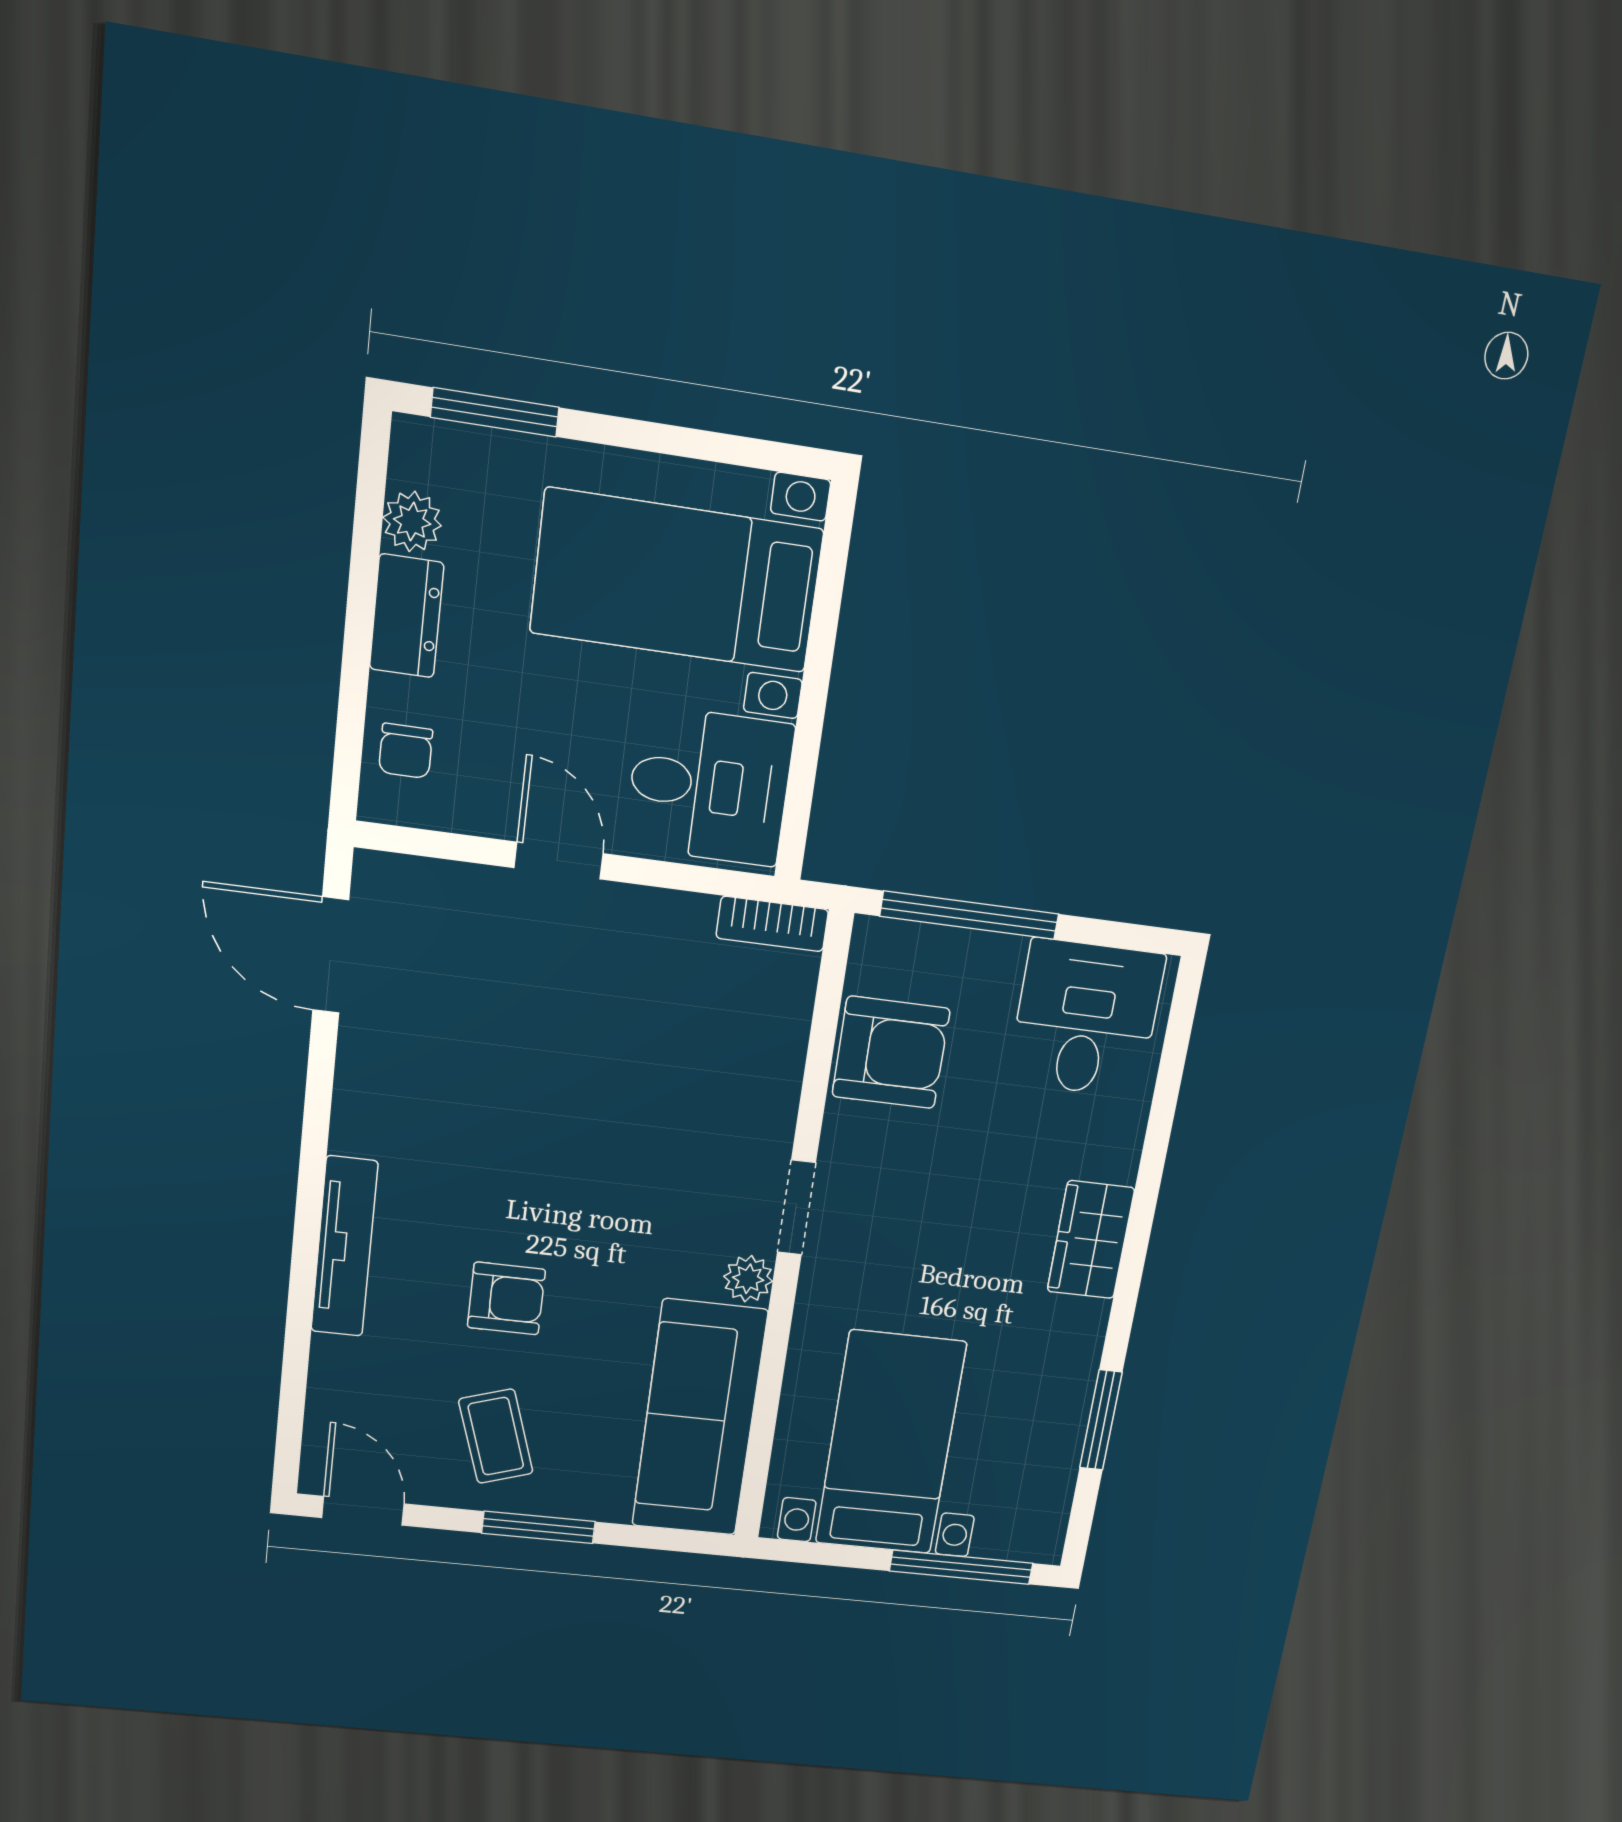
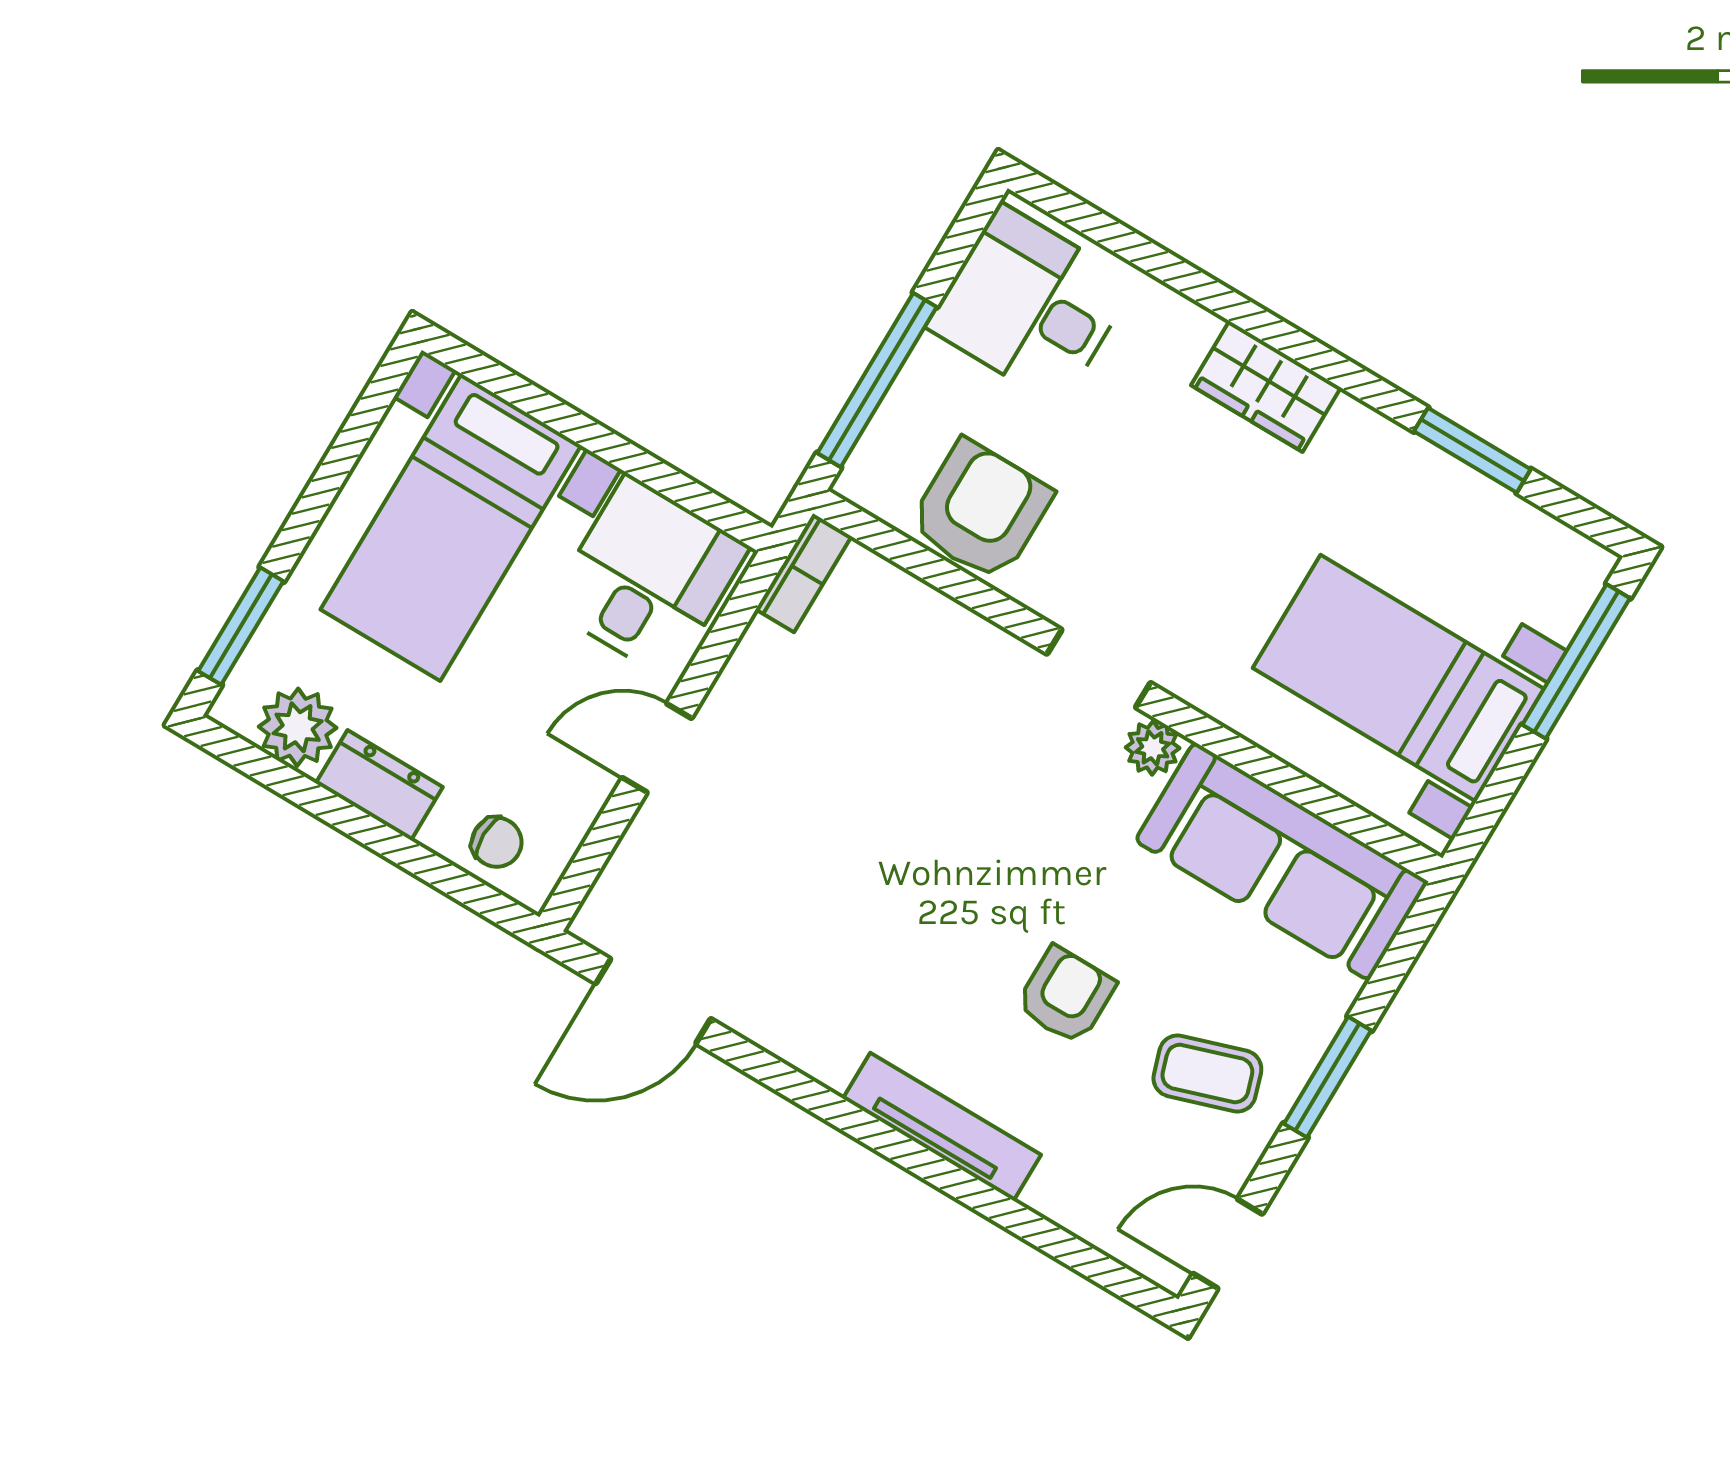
plant: (412, 521) -> (298, 727), width x1.38, depth x1.38

